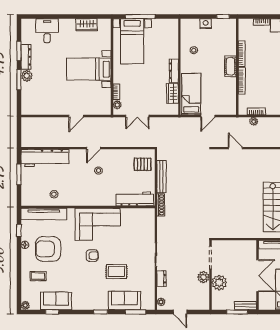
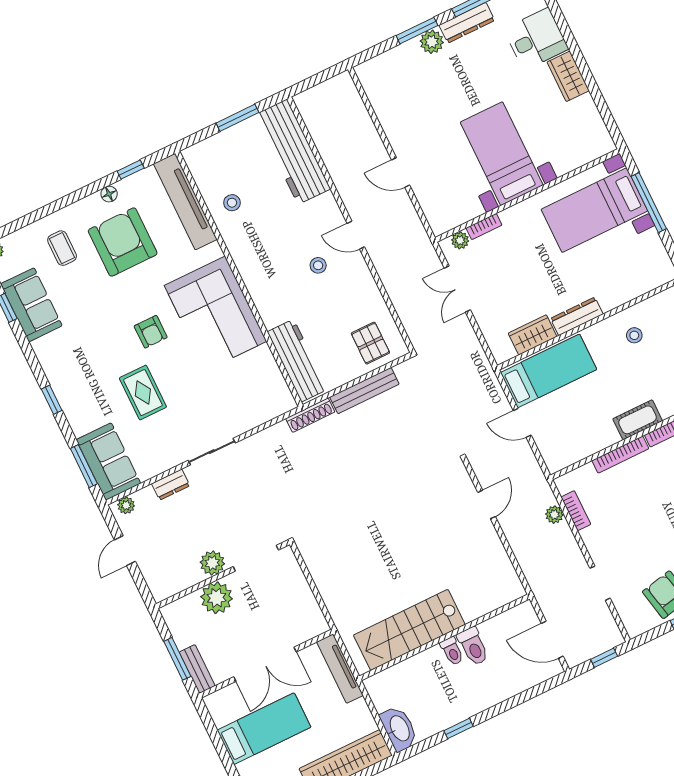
wardrobe: (87, 25) -> (568, 76), moved
sofa: (124, 300) -> (108, 462), moved

